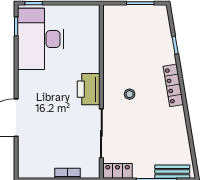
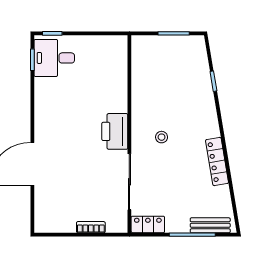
desk: (41, 39) -> (54, 58), width x0.53, depth x0.77
locker: (173, 85) -> (217, 162), moved

